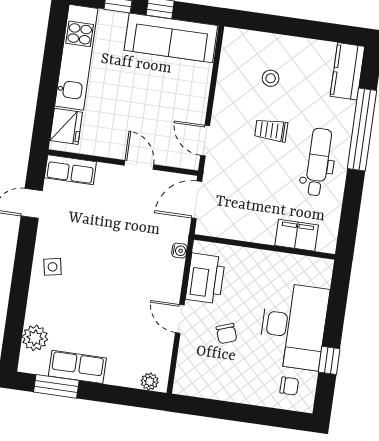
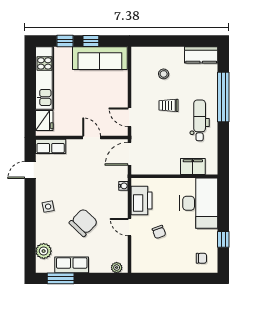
kitchen counter: (347, 71) -> (201, 55), moved, turned -90
chair: (106, 301) -> (83, 223), added
desk: (294, 326) -> (199, 203), moved

